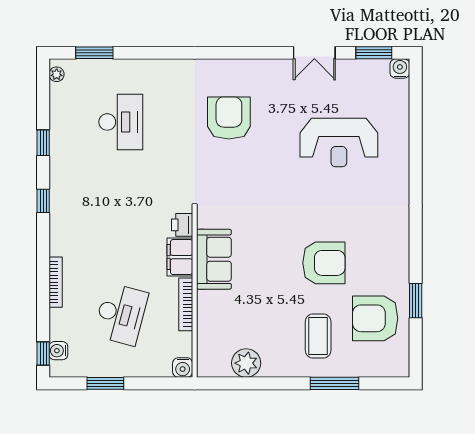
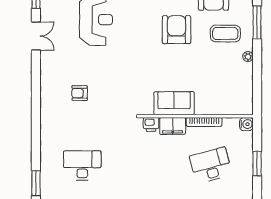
armchair: (229, 118) -> (80, 93), width x0.53, depth x0.53
desk: (121, 314) -> (211, 165), turned -30
plant: (246, 363) -> (248, 57), moved, width x0.53, depth x0.53
window: (105, 383) -> (257, 164), moved

